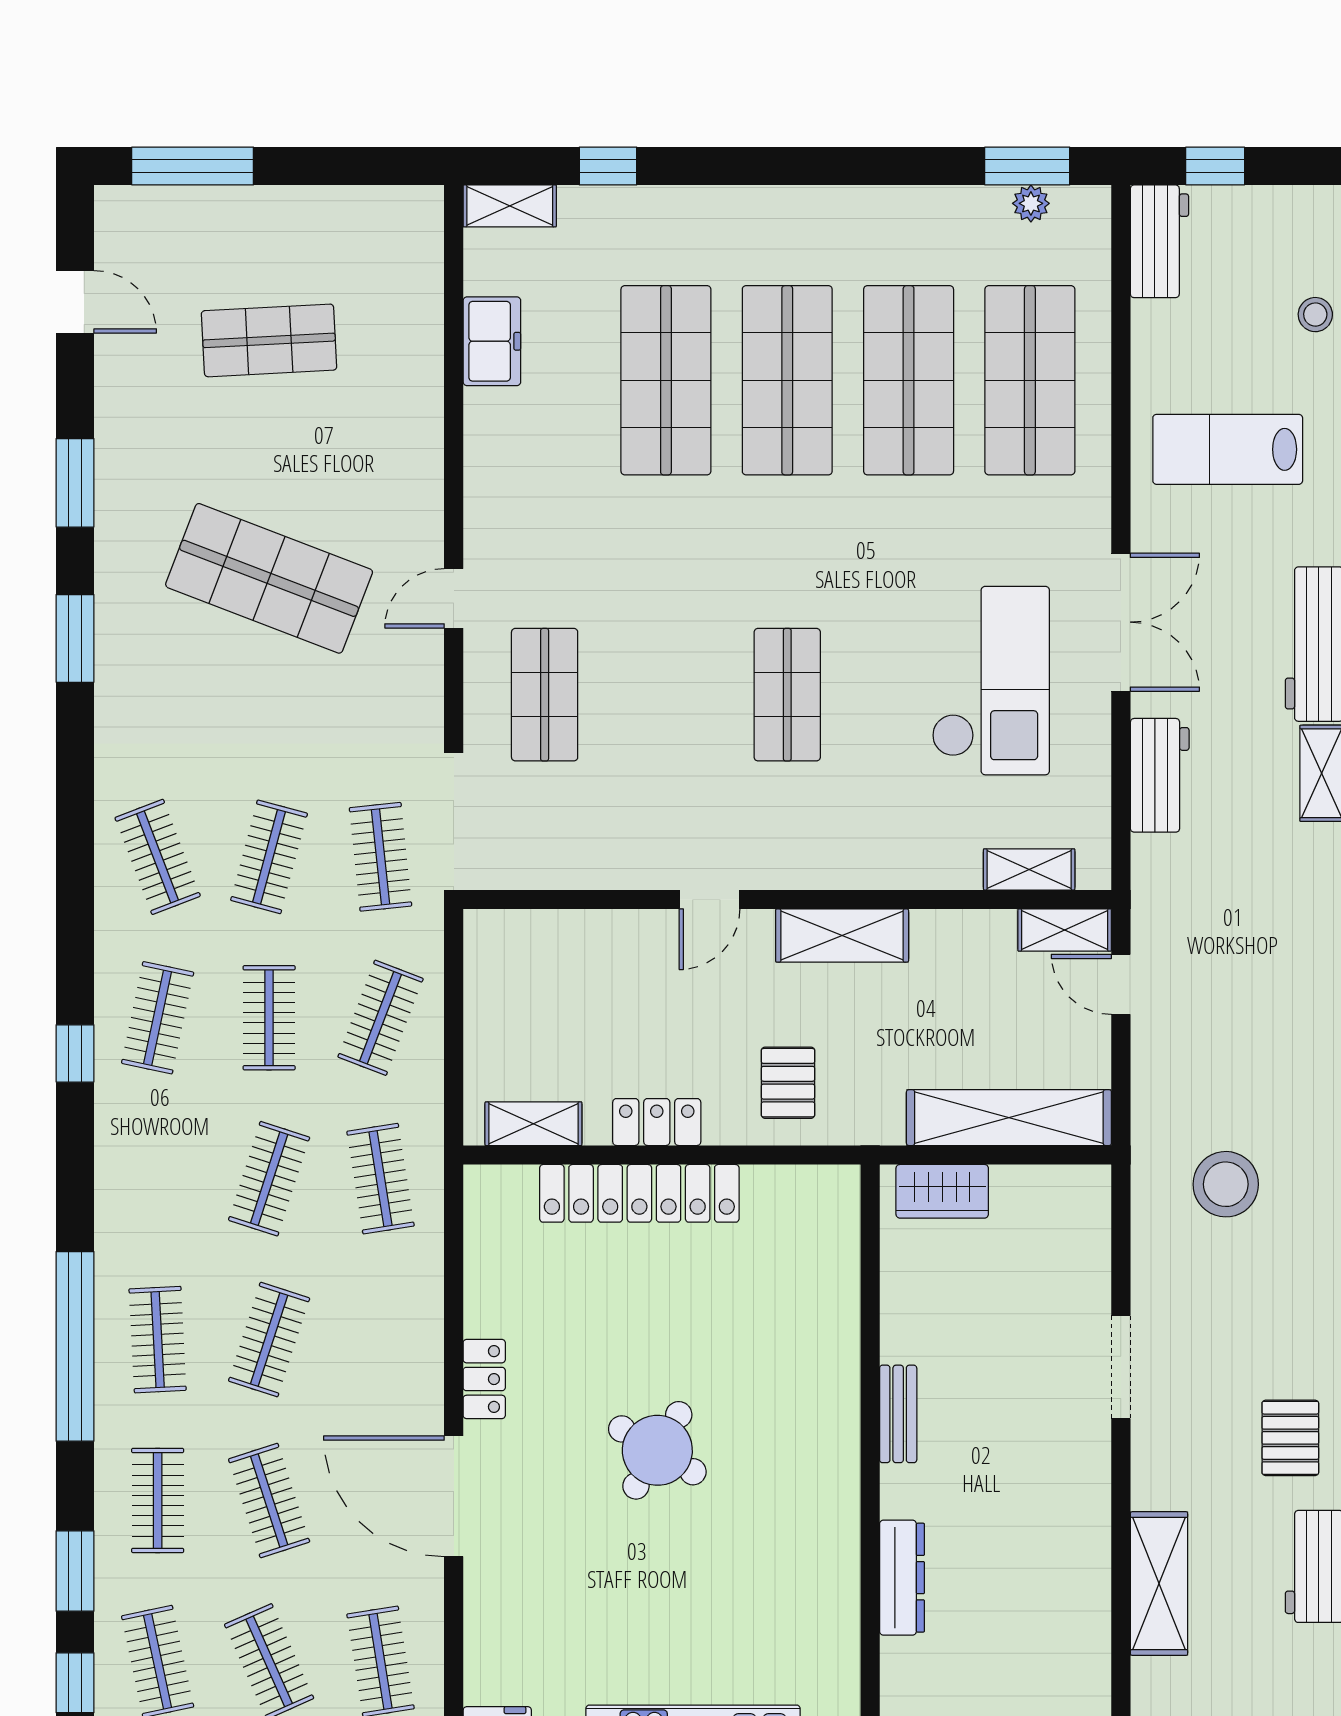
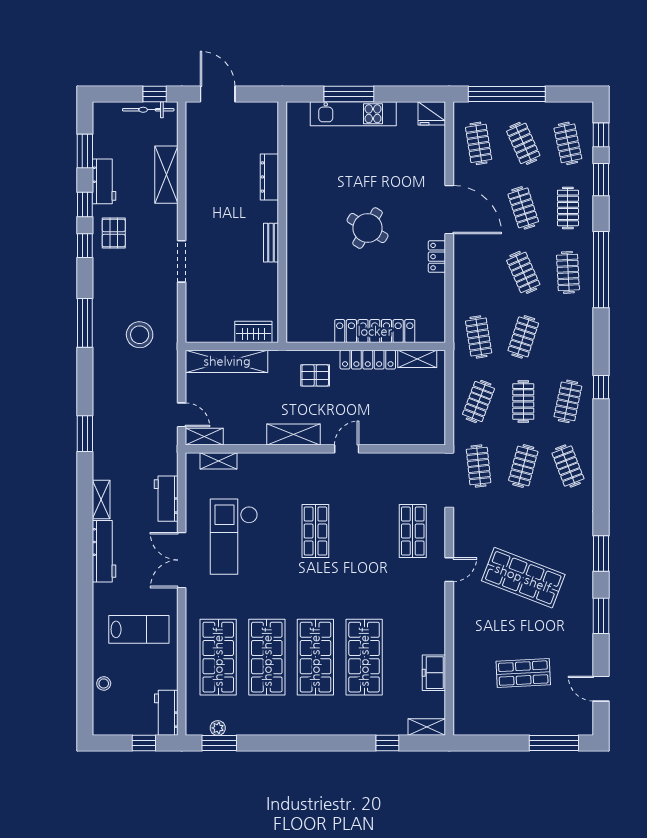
pallet: (788, 1083) -> (315, 375), turned 90
locker: (657, 1122) -> (368, 360), width x1.53
clothes rail: (269, 1340) -> (523, 272), turned -42

